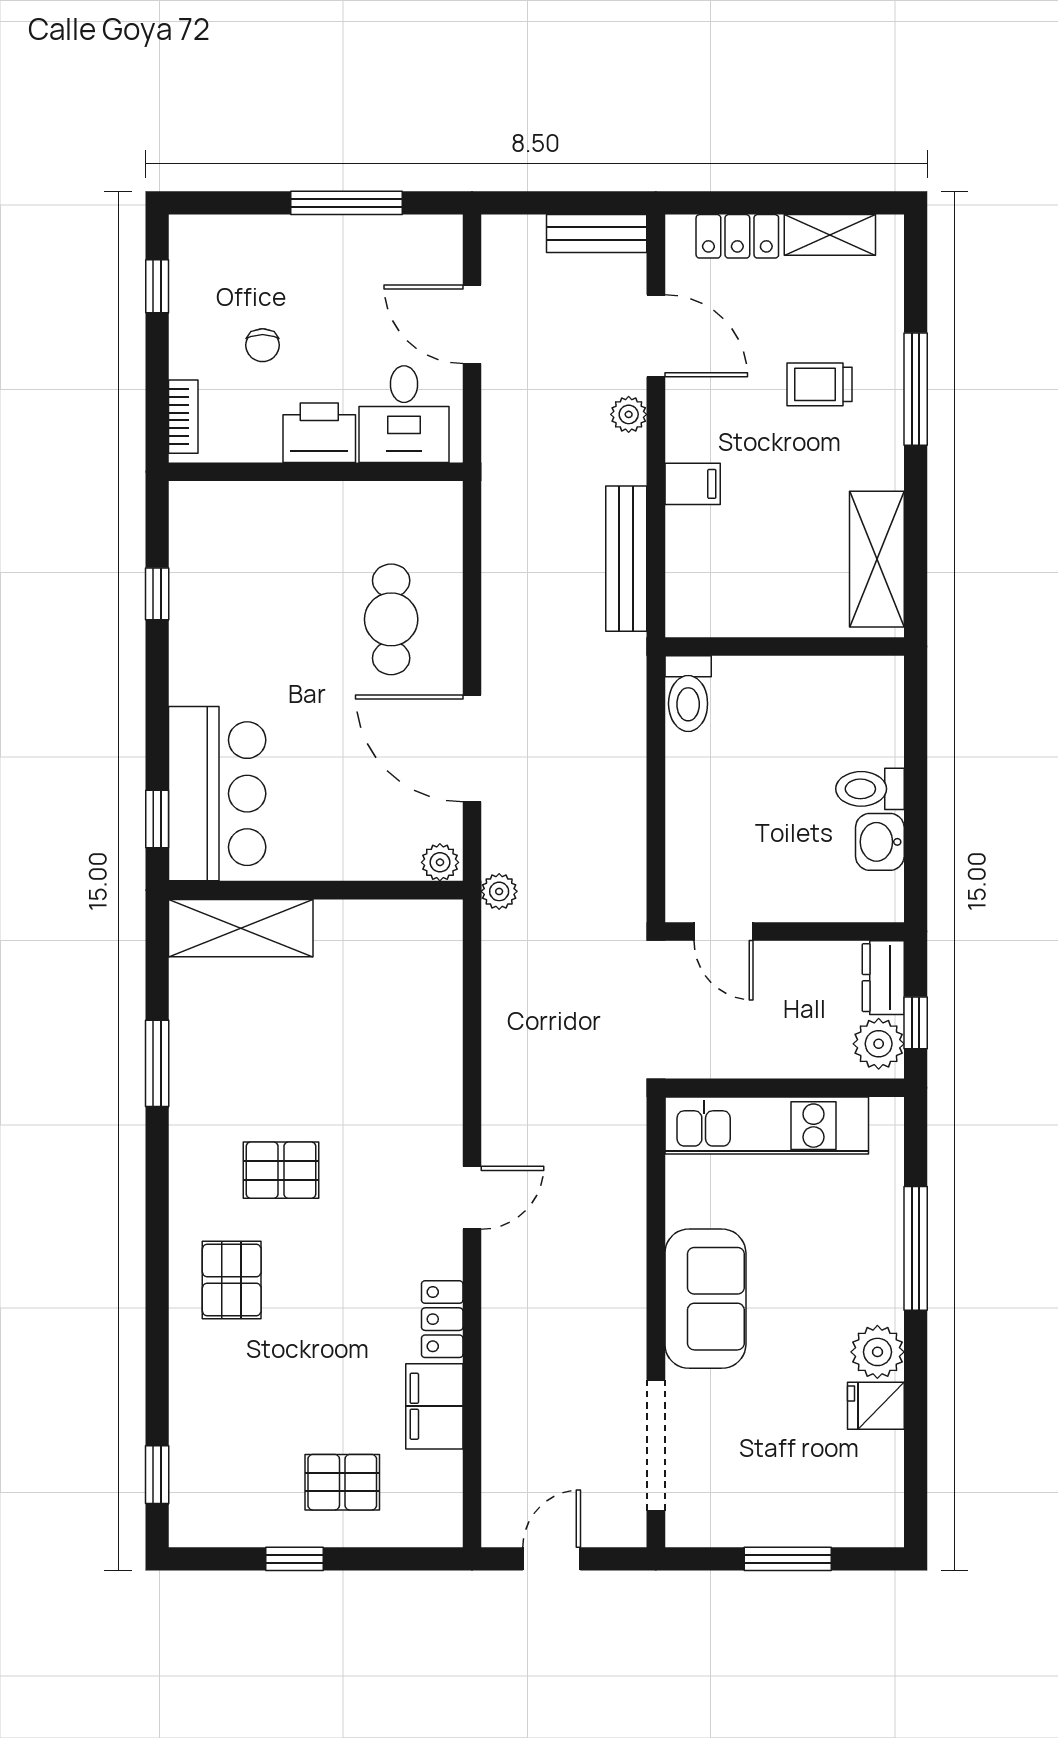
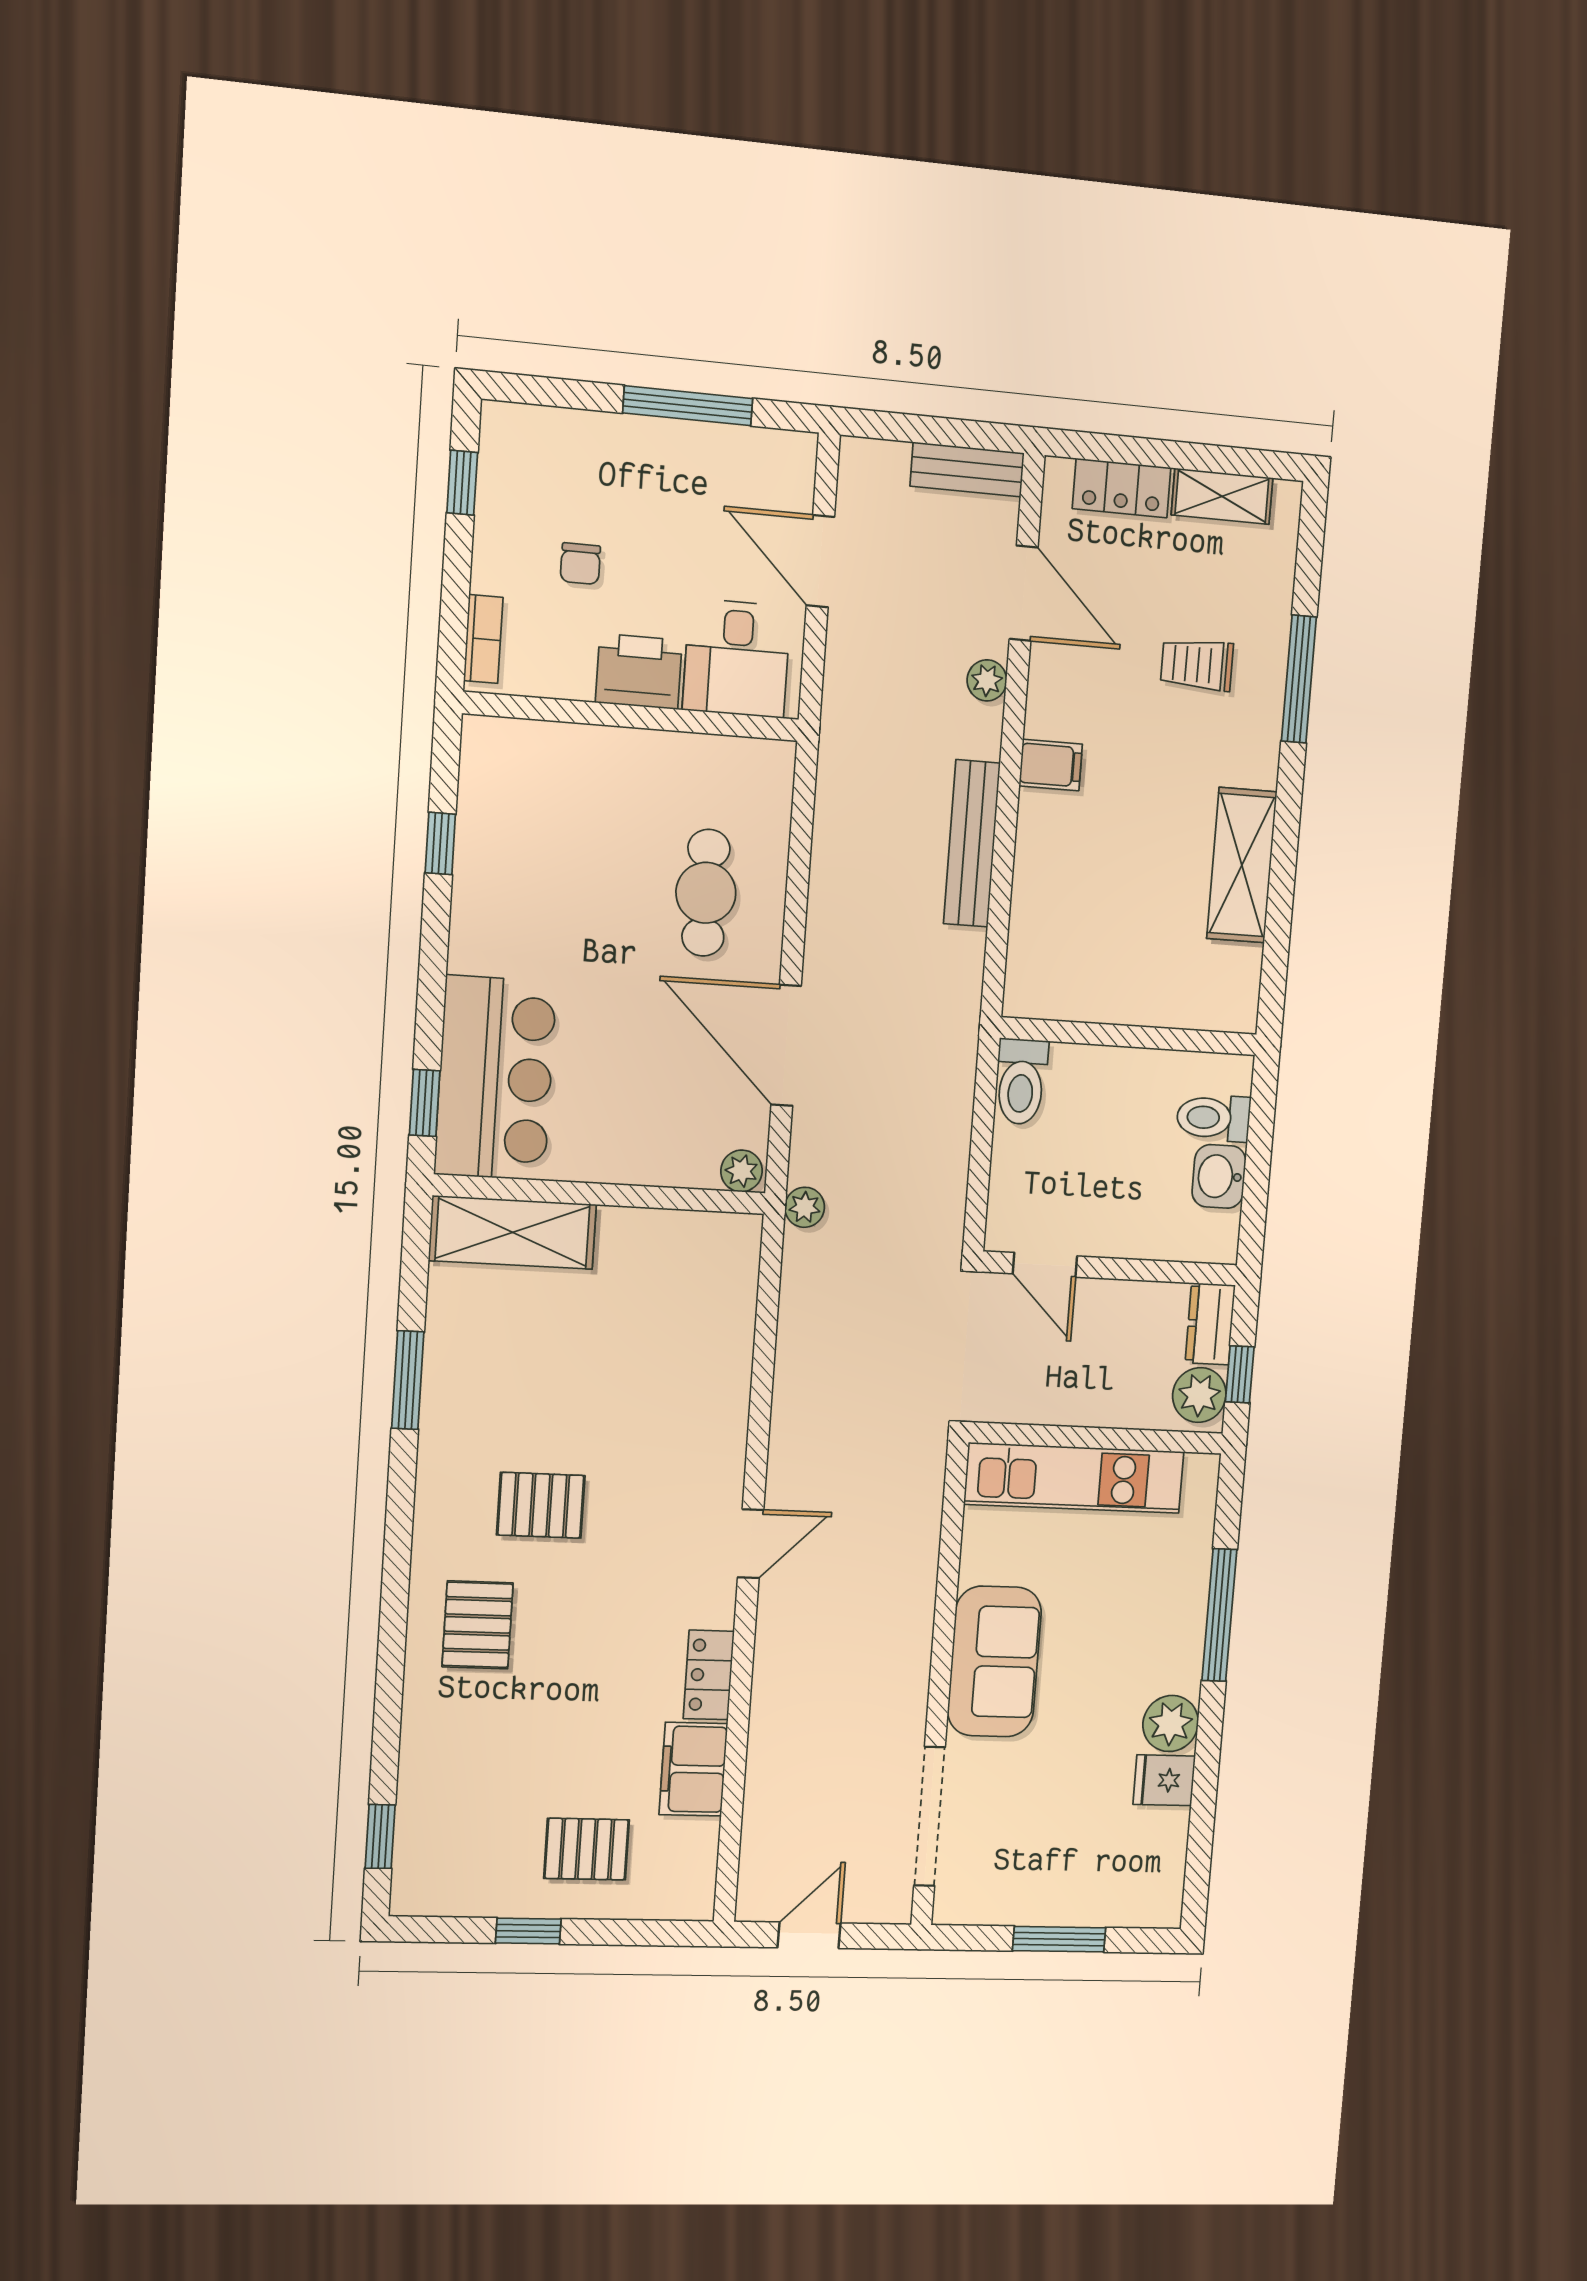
wall: (785, 646) -> (1129, 1036), moved
toilet: (688, 694) -> (1021, 1082), moved

